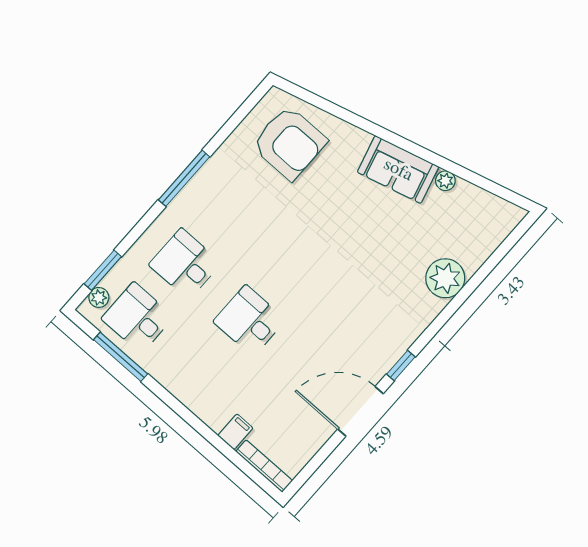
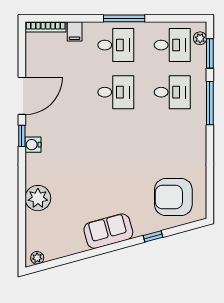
window: (352, 118) -> (153, 236), added
window: (184, 178) -> (210, 103), moved
plant: (445, 181) -> (37, 258), moved
water cooler: (397, 344) -> (33, 145), added
window: (121, 357) -> (124, 18), moved
desk: (202, 375) -> (116, 45), added

